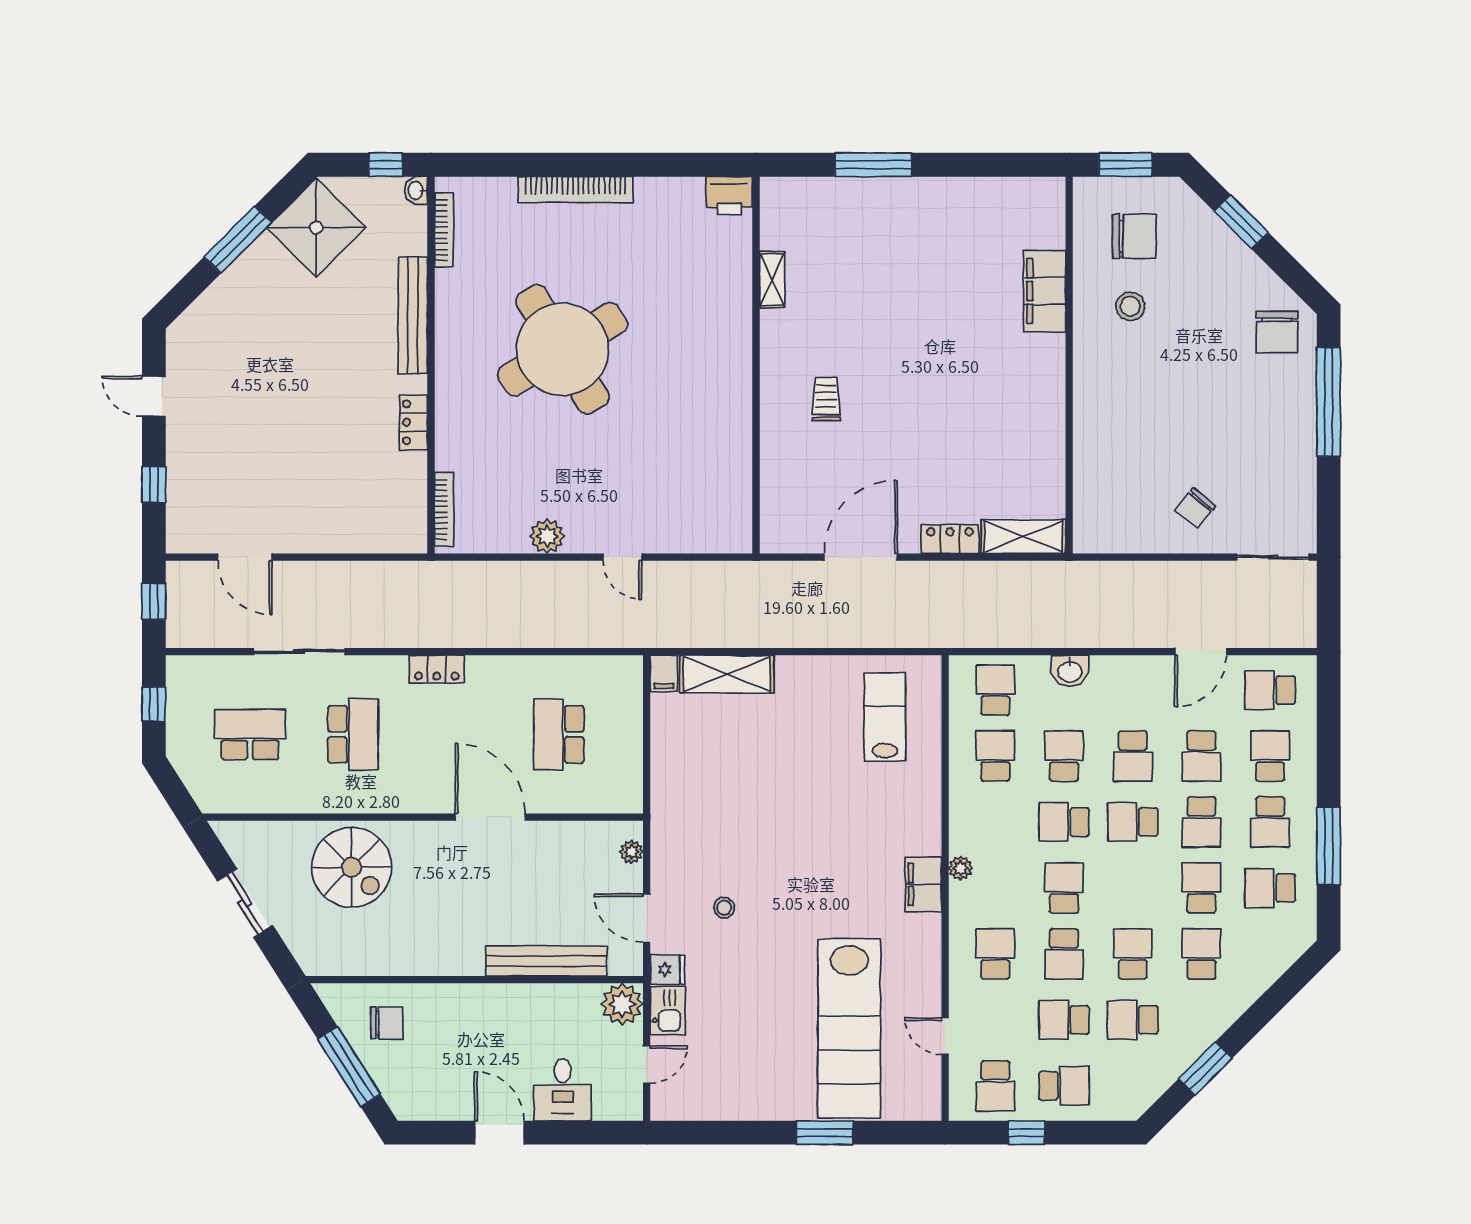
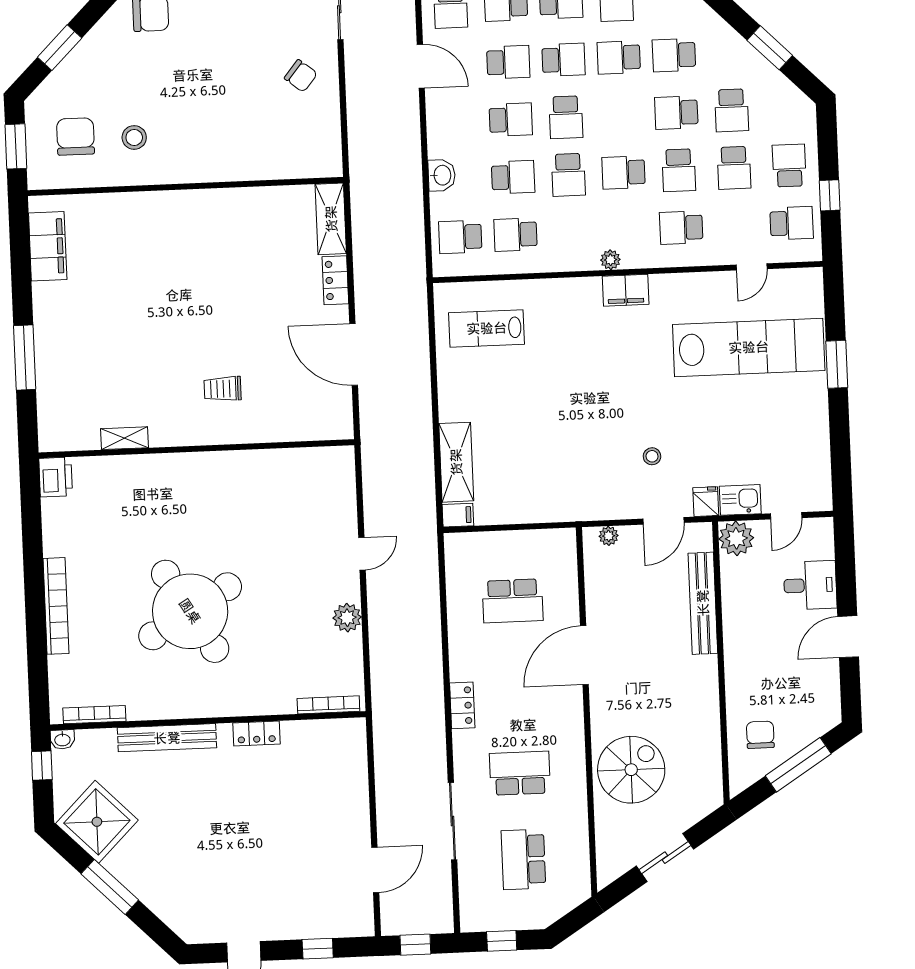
filing cabinet: (1044, 291) -> (48, 246), moved, turned -90
school desk: (1064, 756) -> (513, 177), turned 180
school desk: (1064, 954) -> (679, 170), turned 90
door: (647, 1065) -> (786, 516), swing flipped

